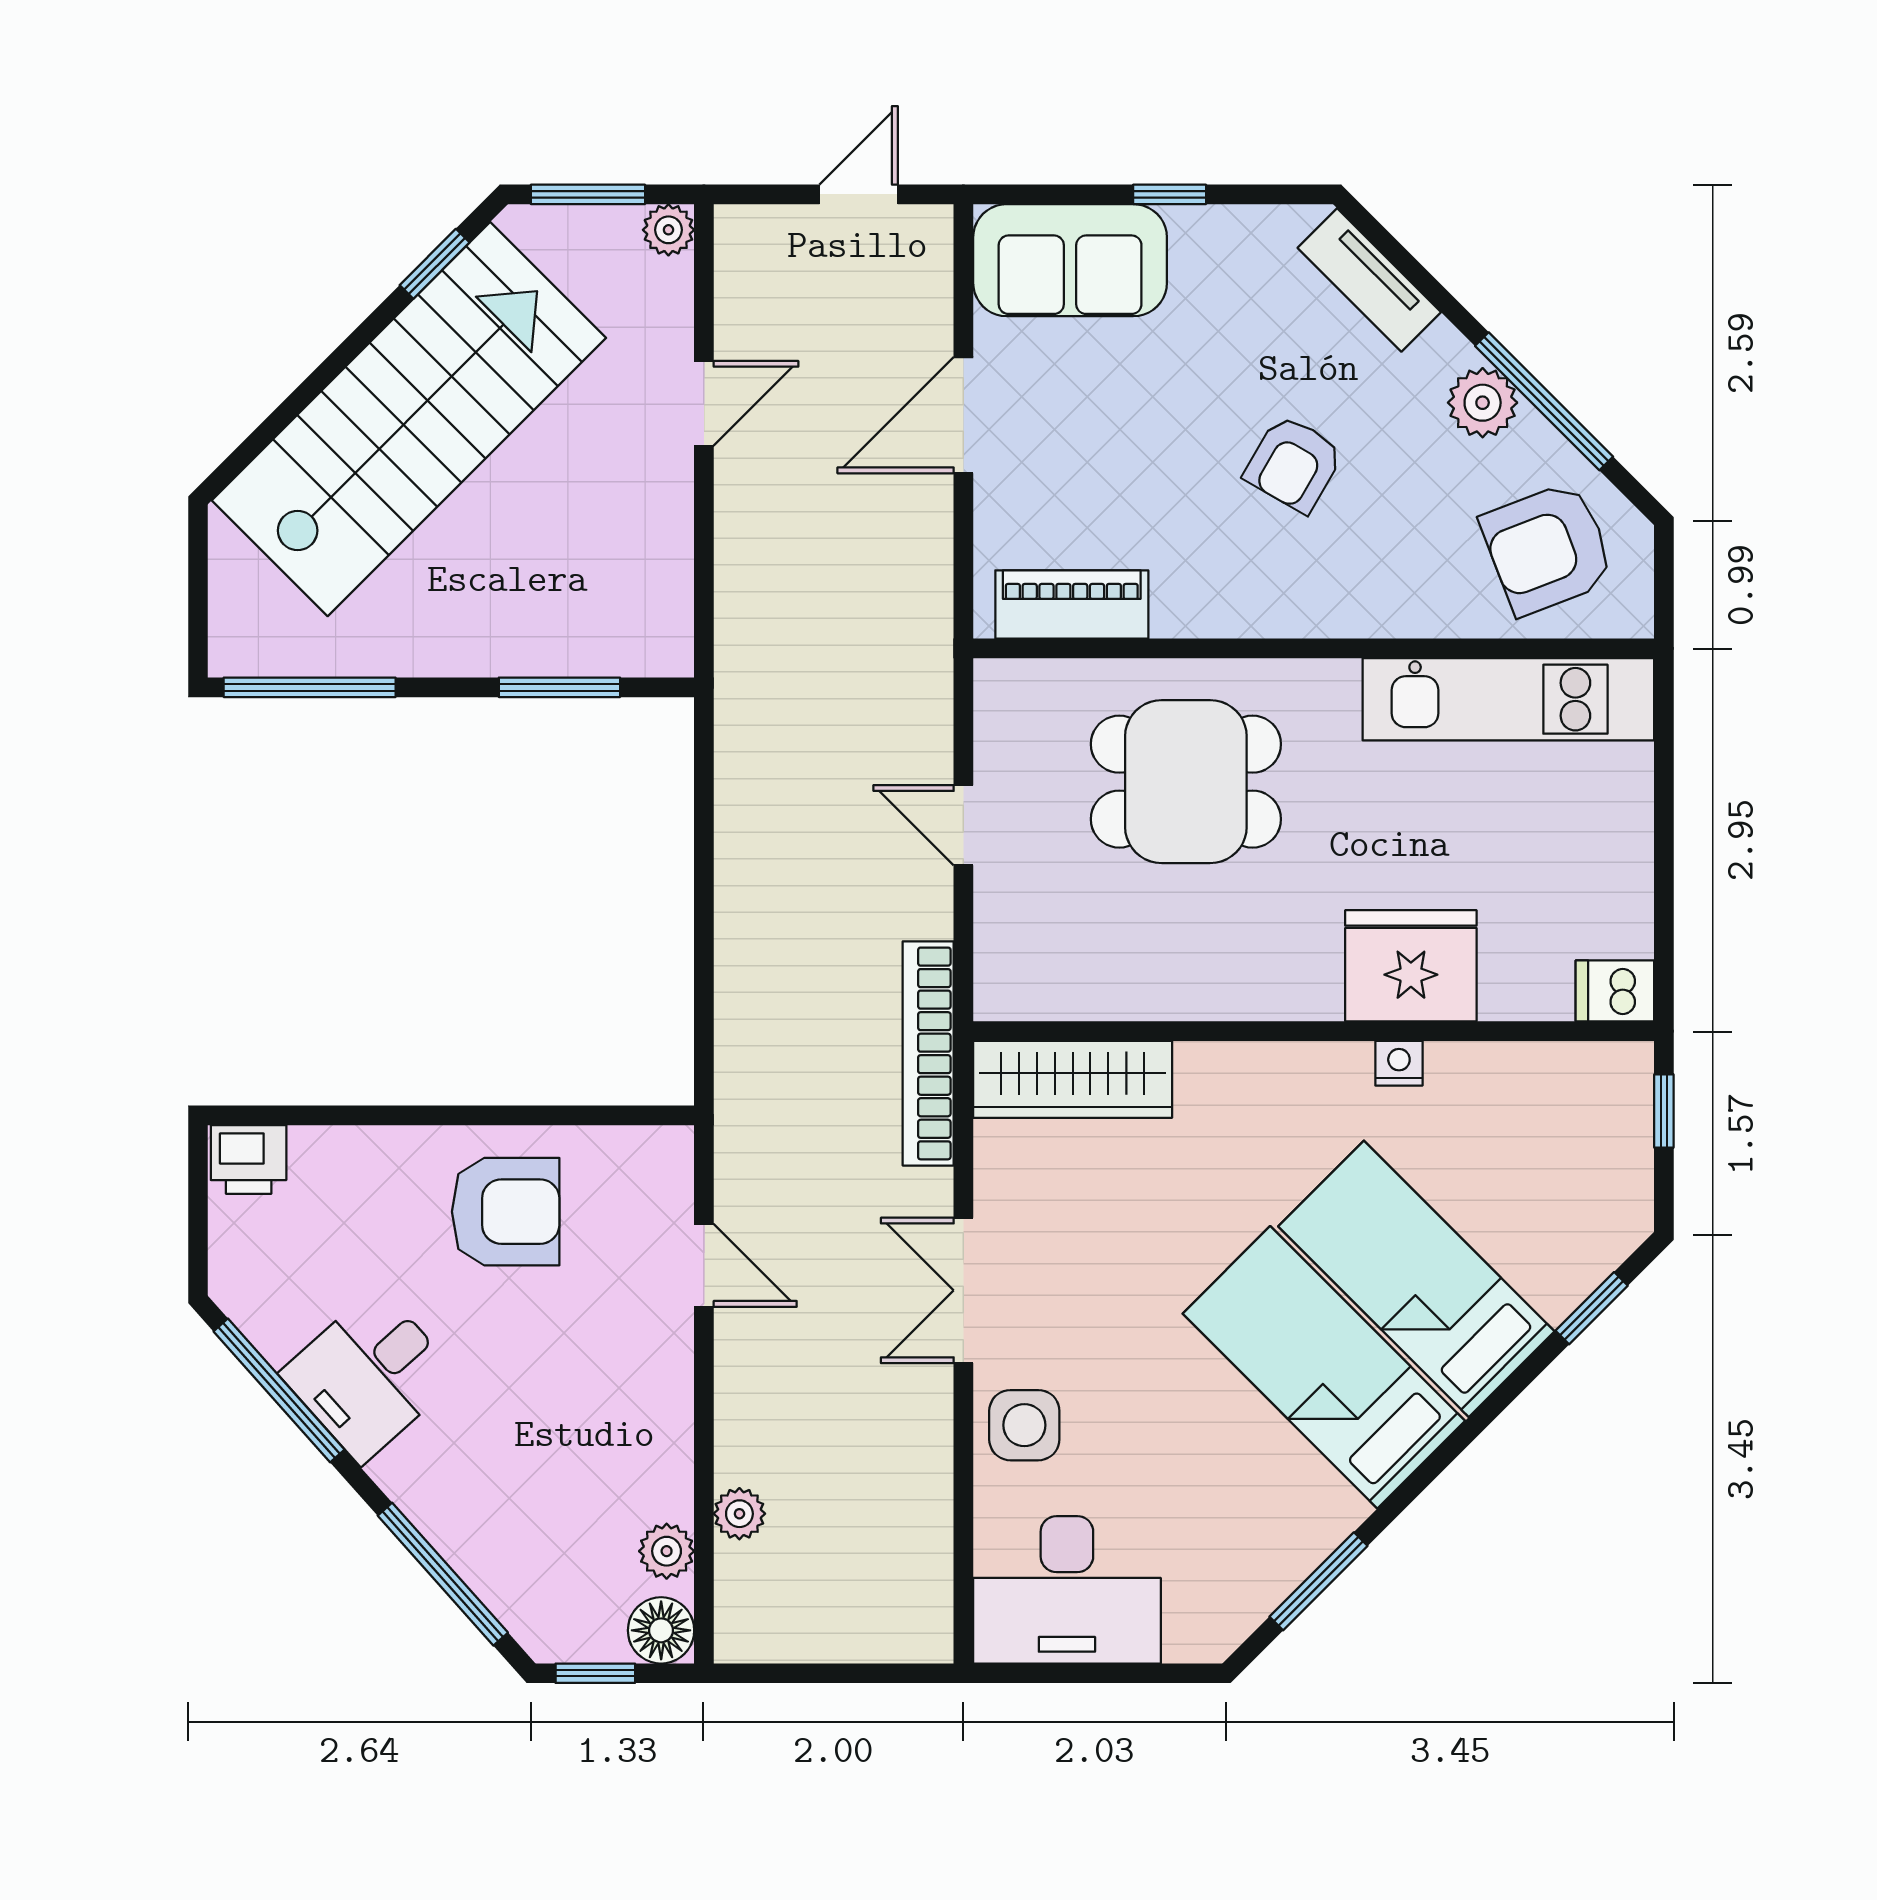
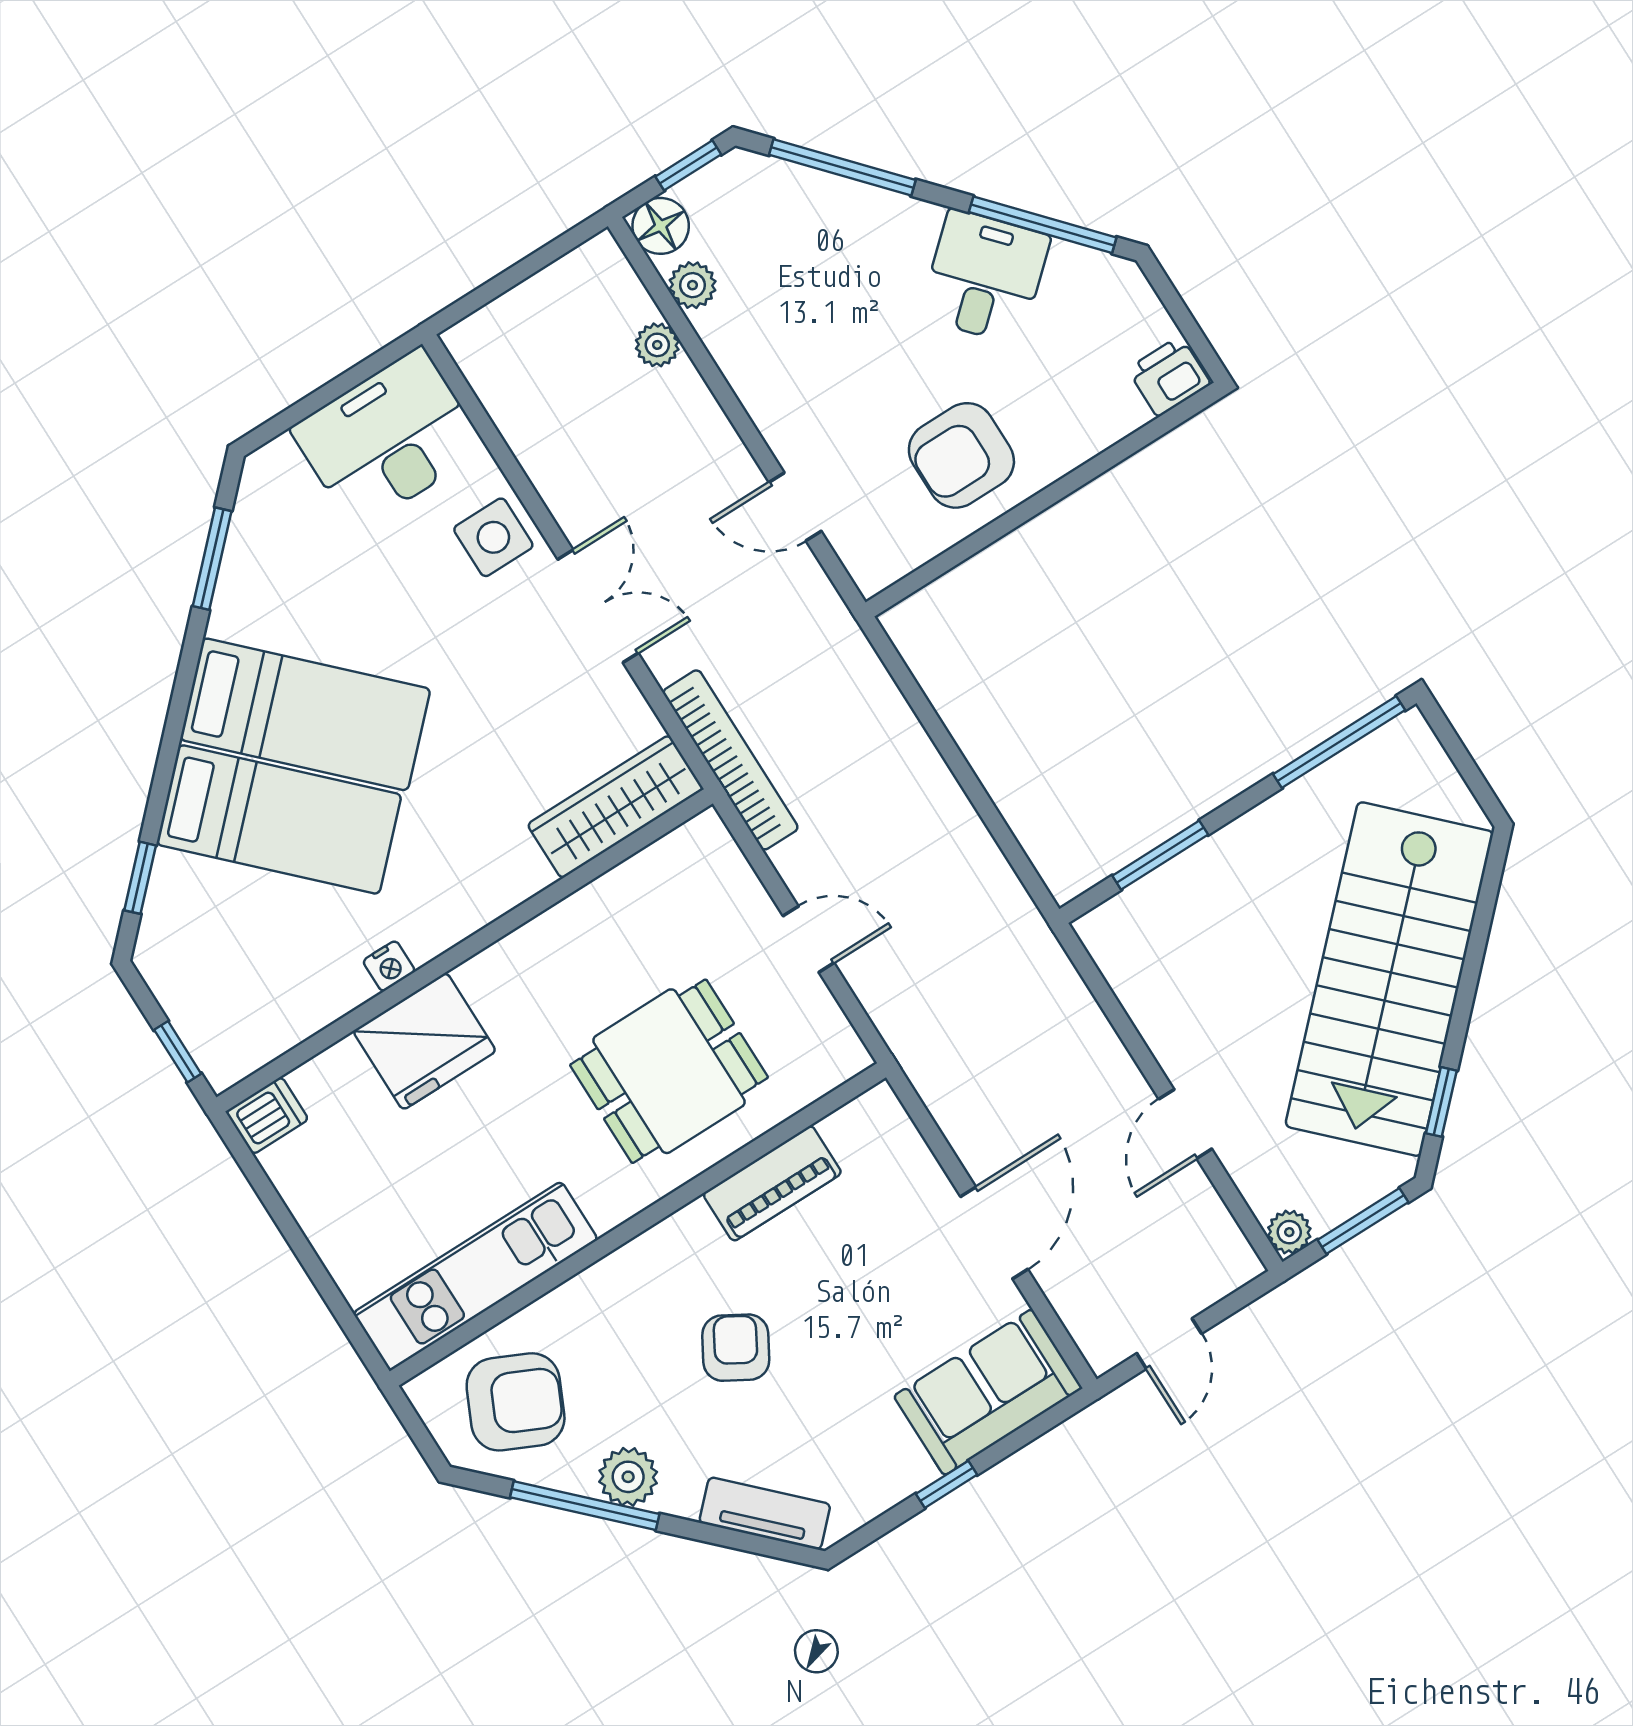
armchair: (1548, 548) -> (516, 1402), turned 46
piano: (1072, 604) -> (772, 1183), moved

